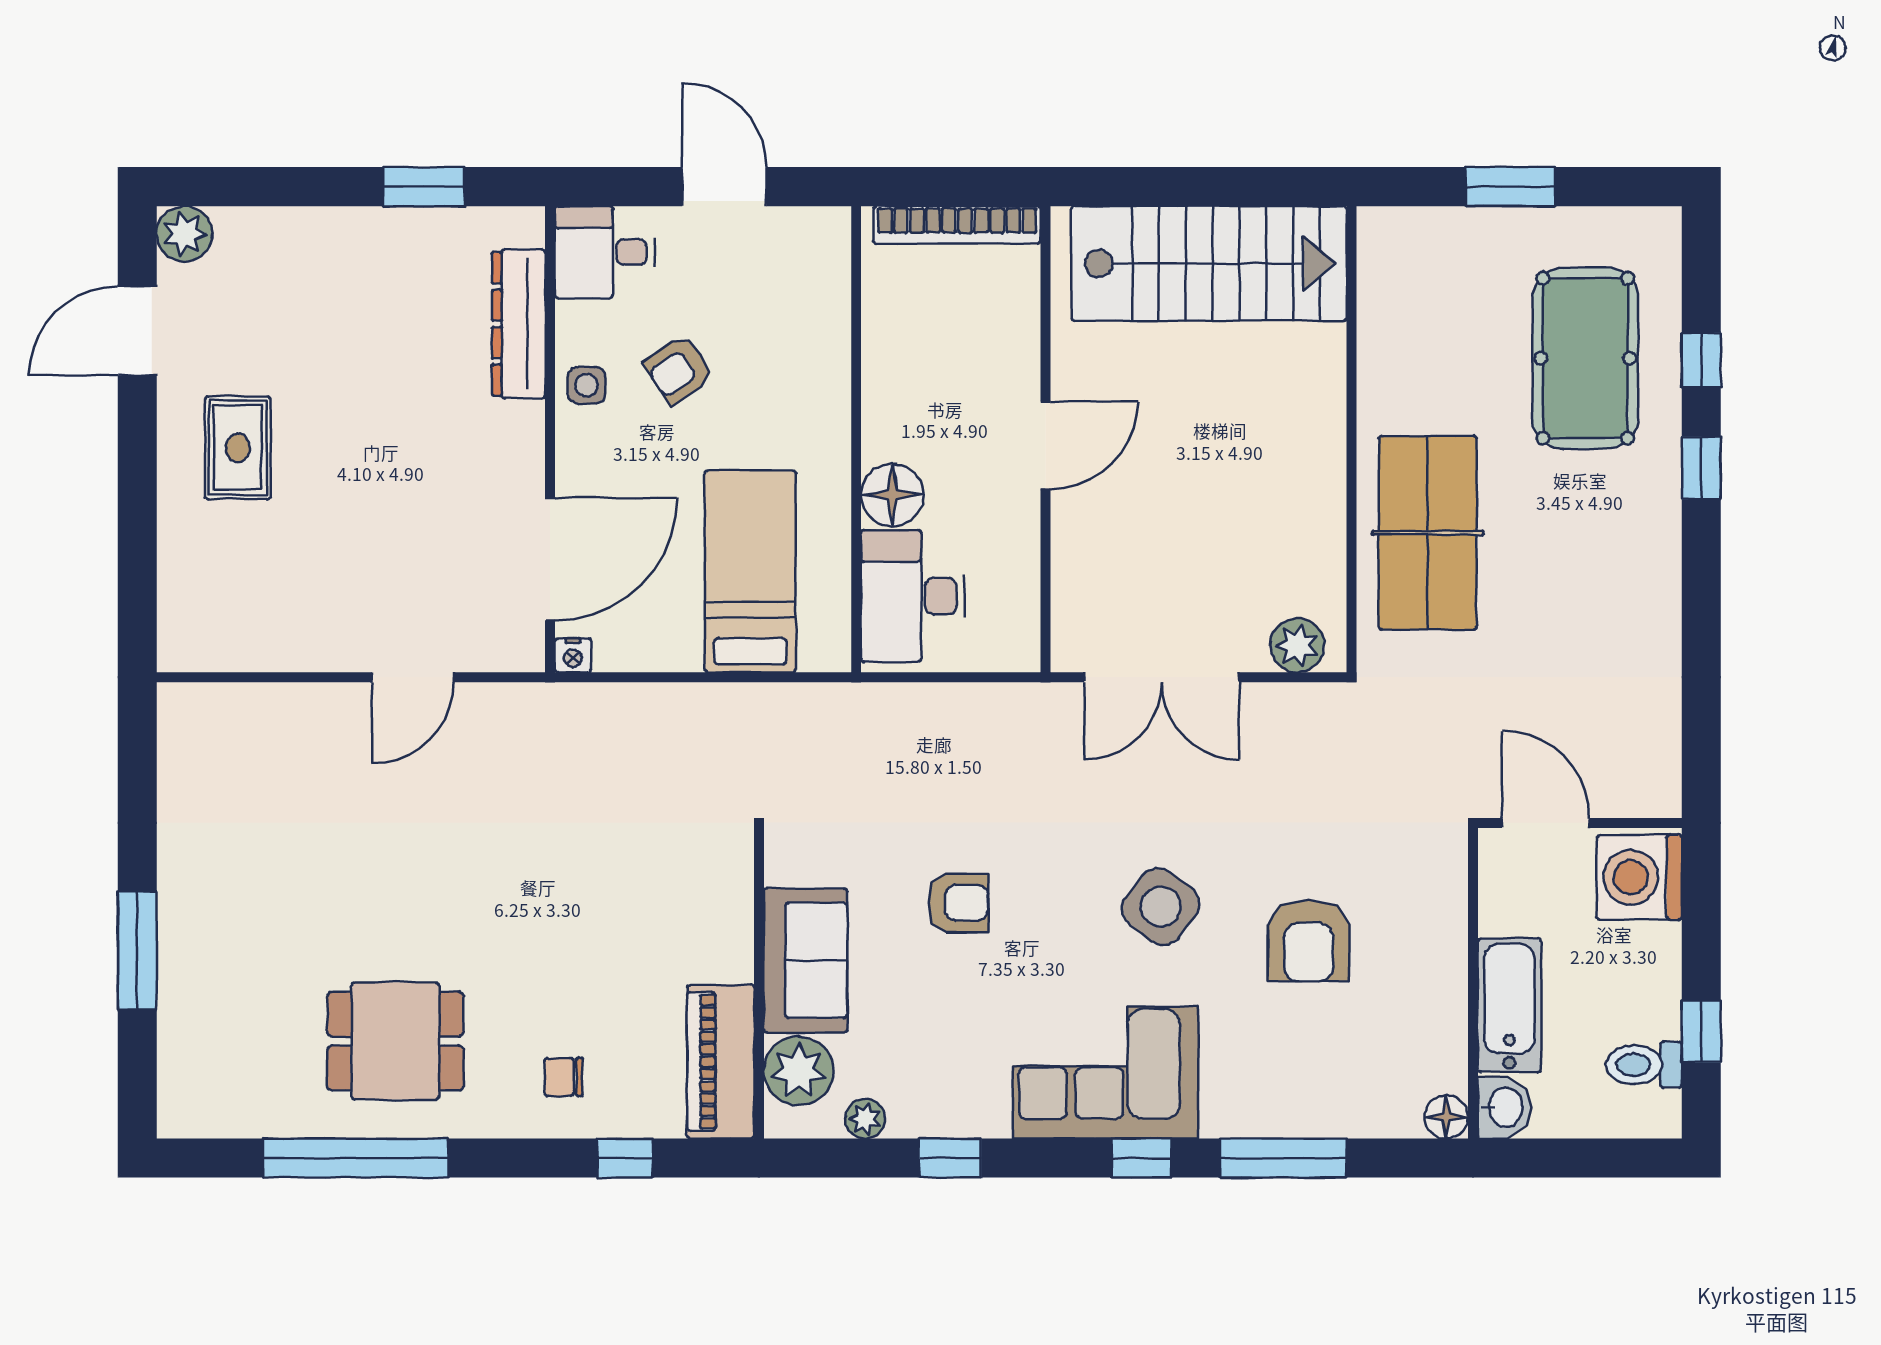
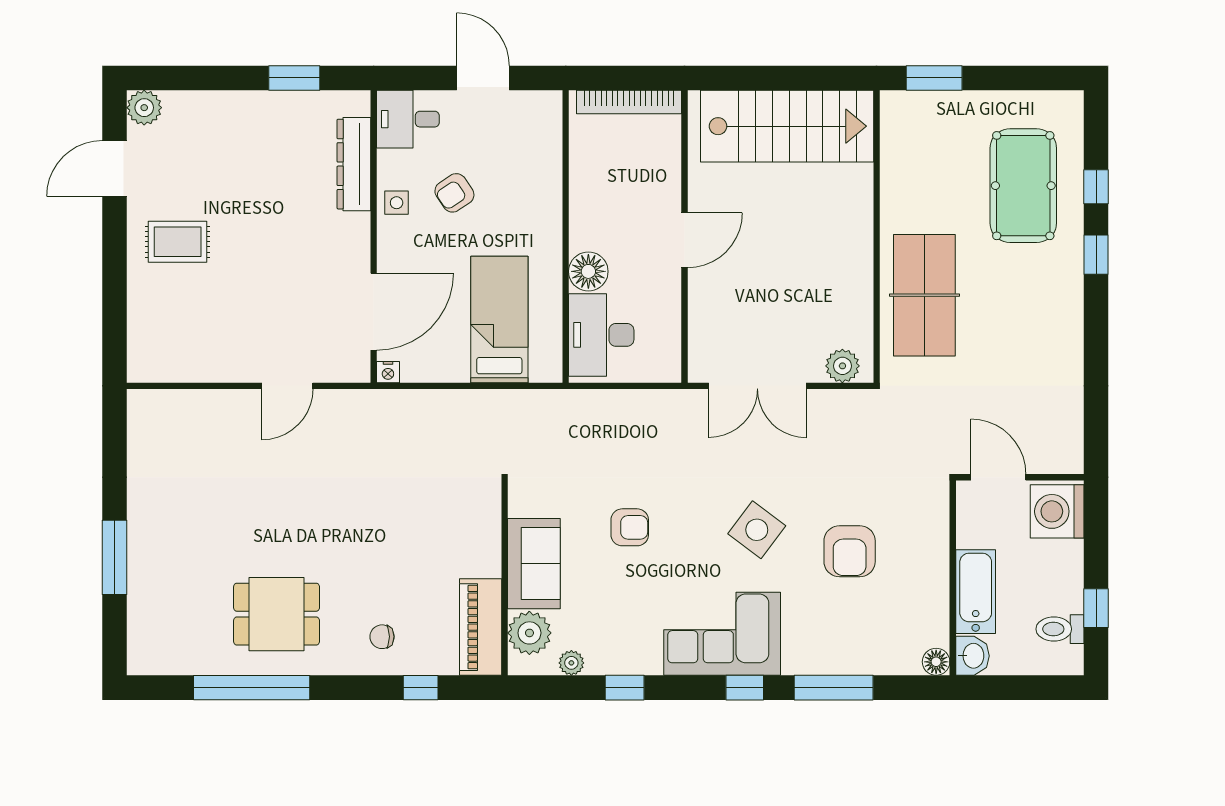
window: (1510, 187) -> (934, 78), moved
rug: (238, 448) -> (178, 242), turned 90

